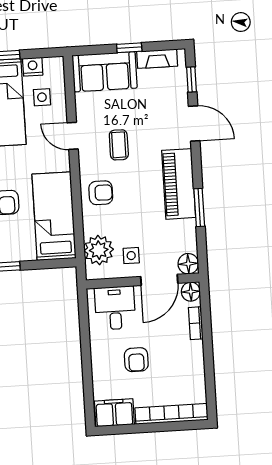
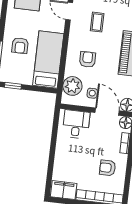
armchair: (101, 193) -> (87, 59), moved, turned -90
door: (159, 280) -> (107, 112), swing flipped
armchair: (136, 360) -> (108, 168), moved, turned 90

